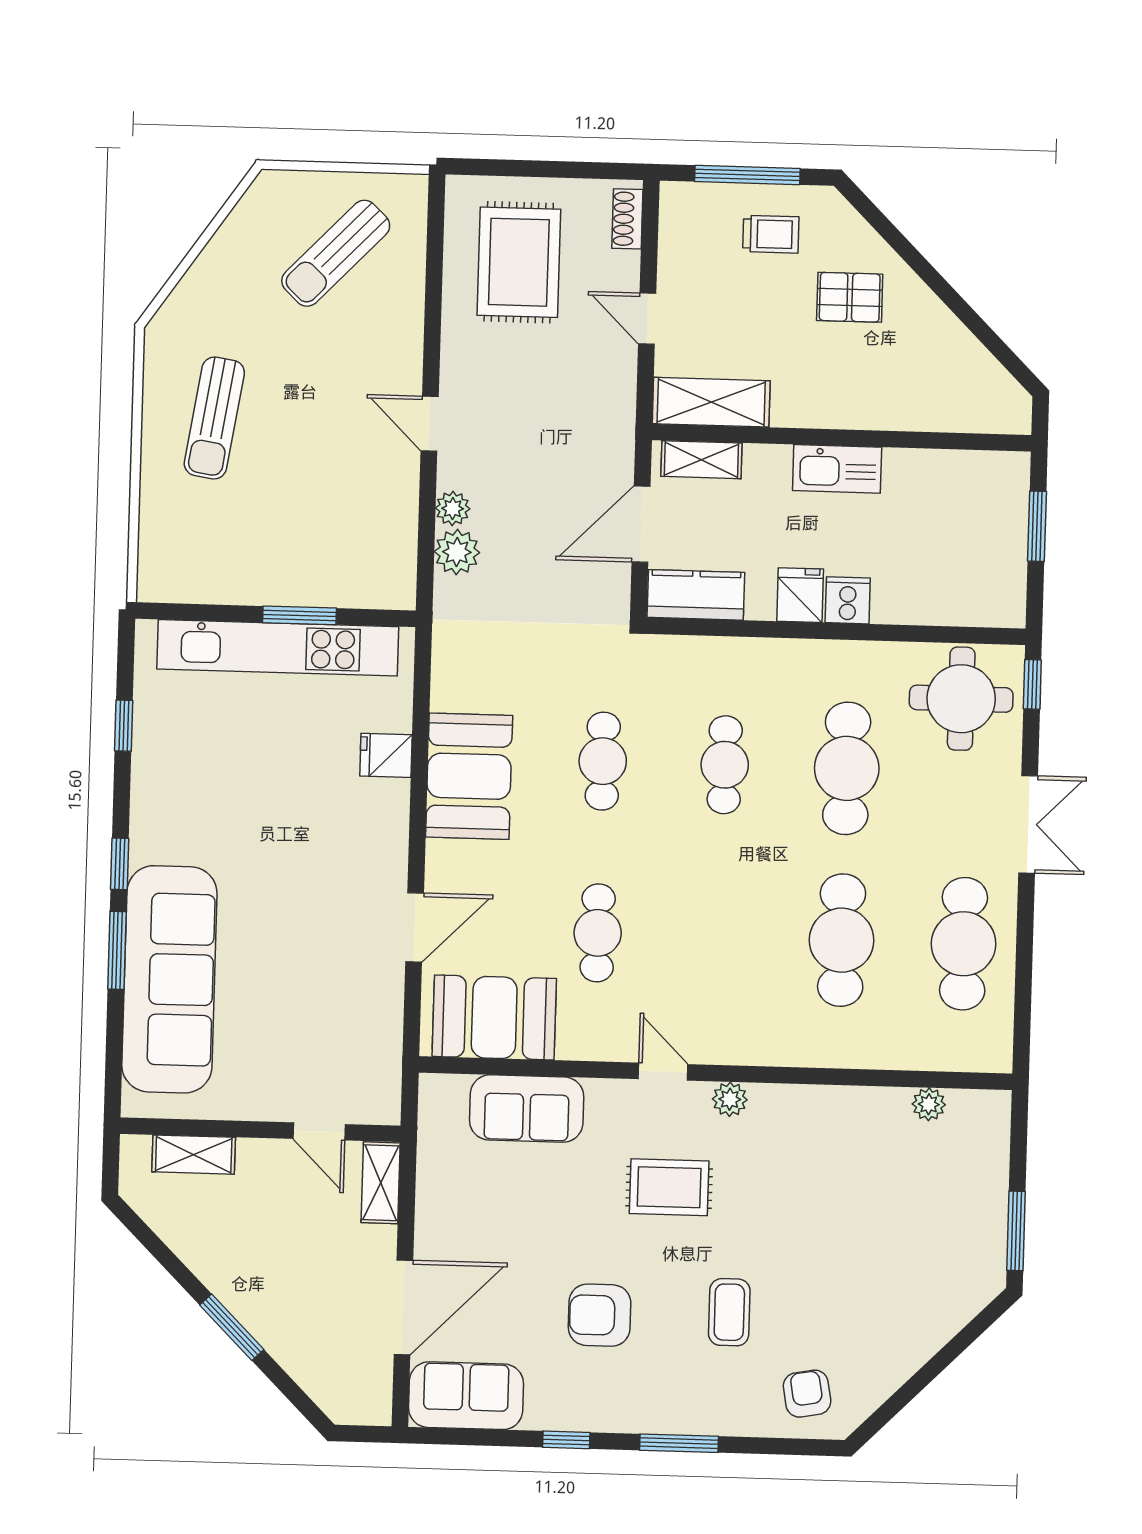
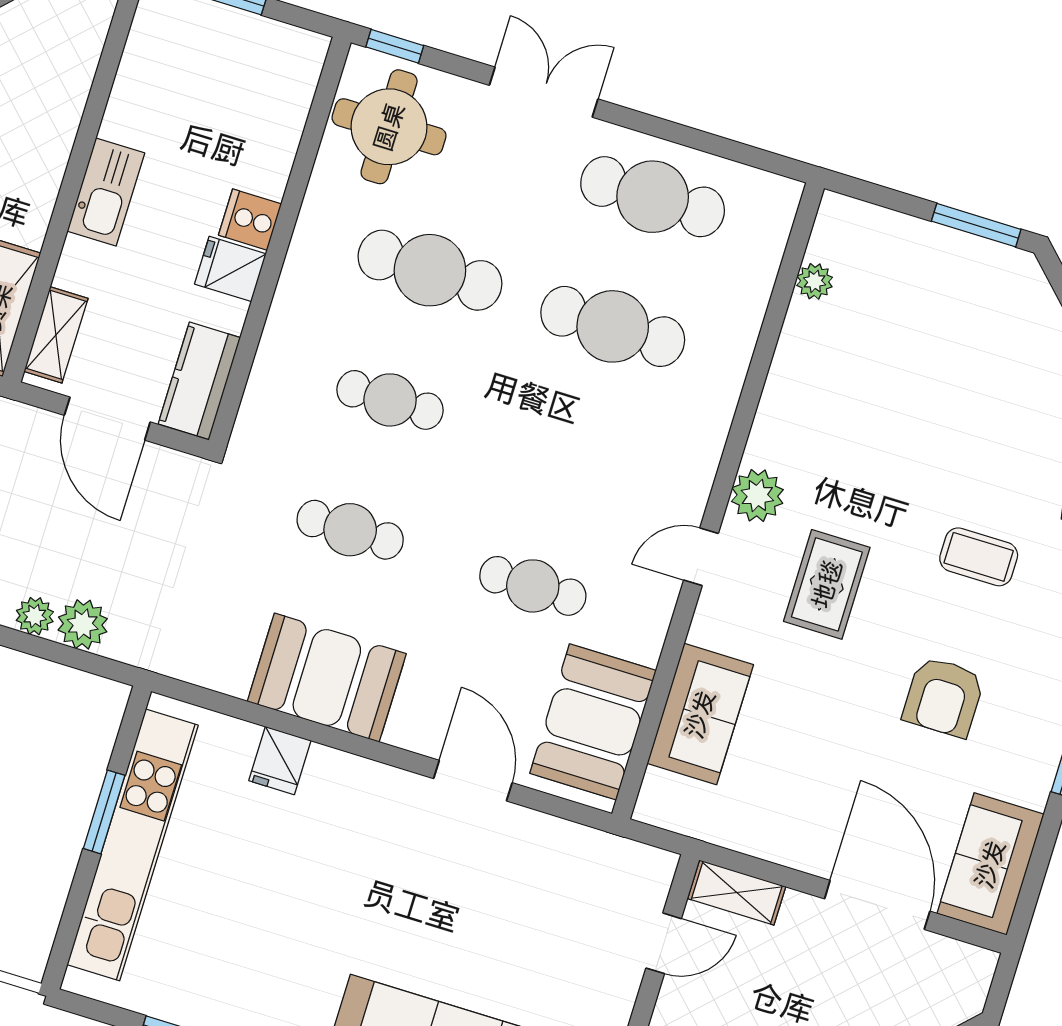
plant: (730, 1099) -> (757, 496), width x1.38, depth x1.38

